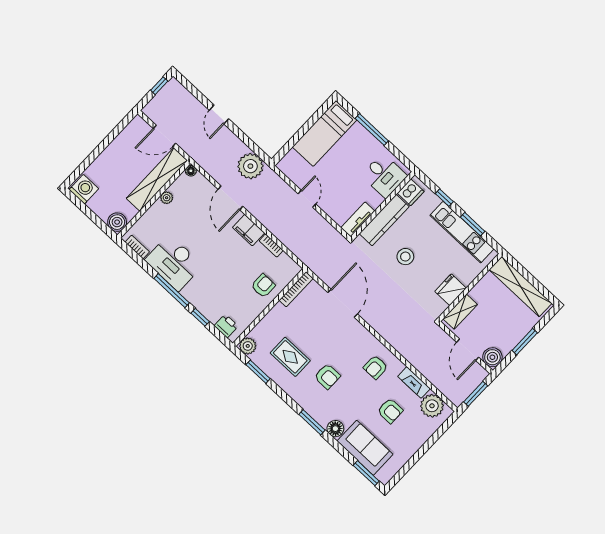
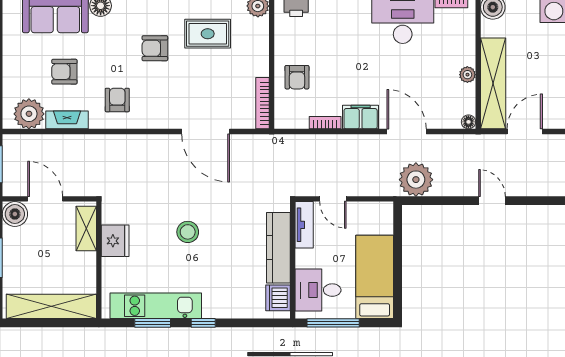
desk: (384, 176) -> (318, 290), moved
dishwasher: (411, 192) -> (278, 298), moved
wall: (383, 206) -> (293, 260), moved
tv unit: (358, 219) -> (304, 225), moved
kitchen counter: (384, 220) -> (278, 248), moved

